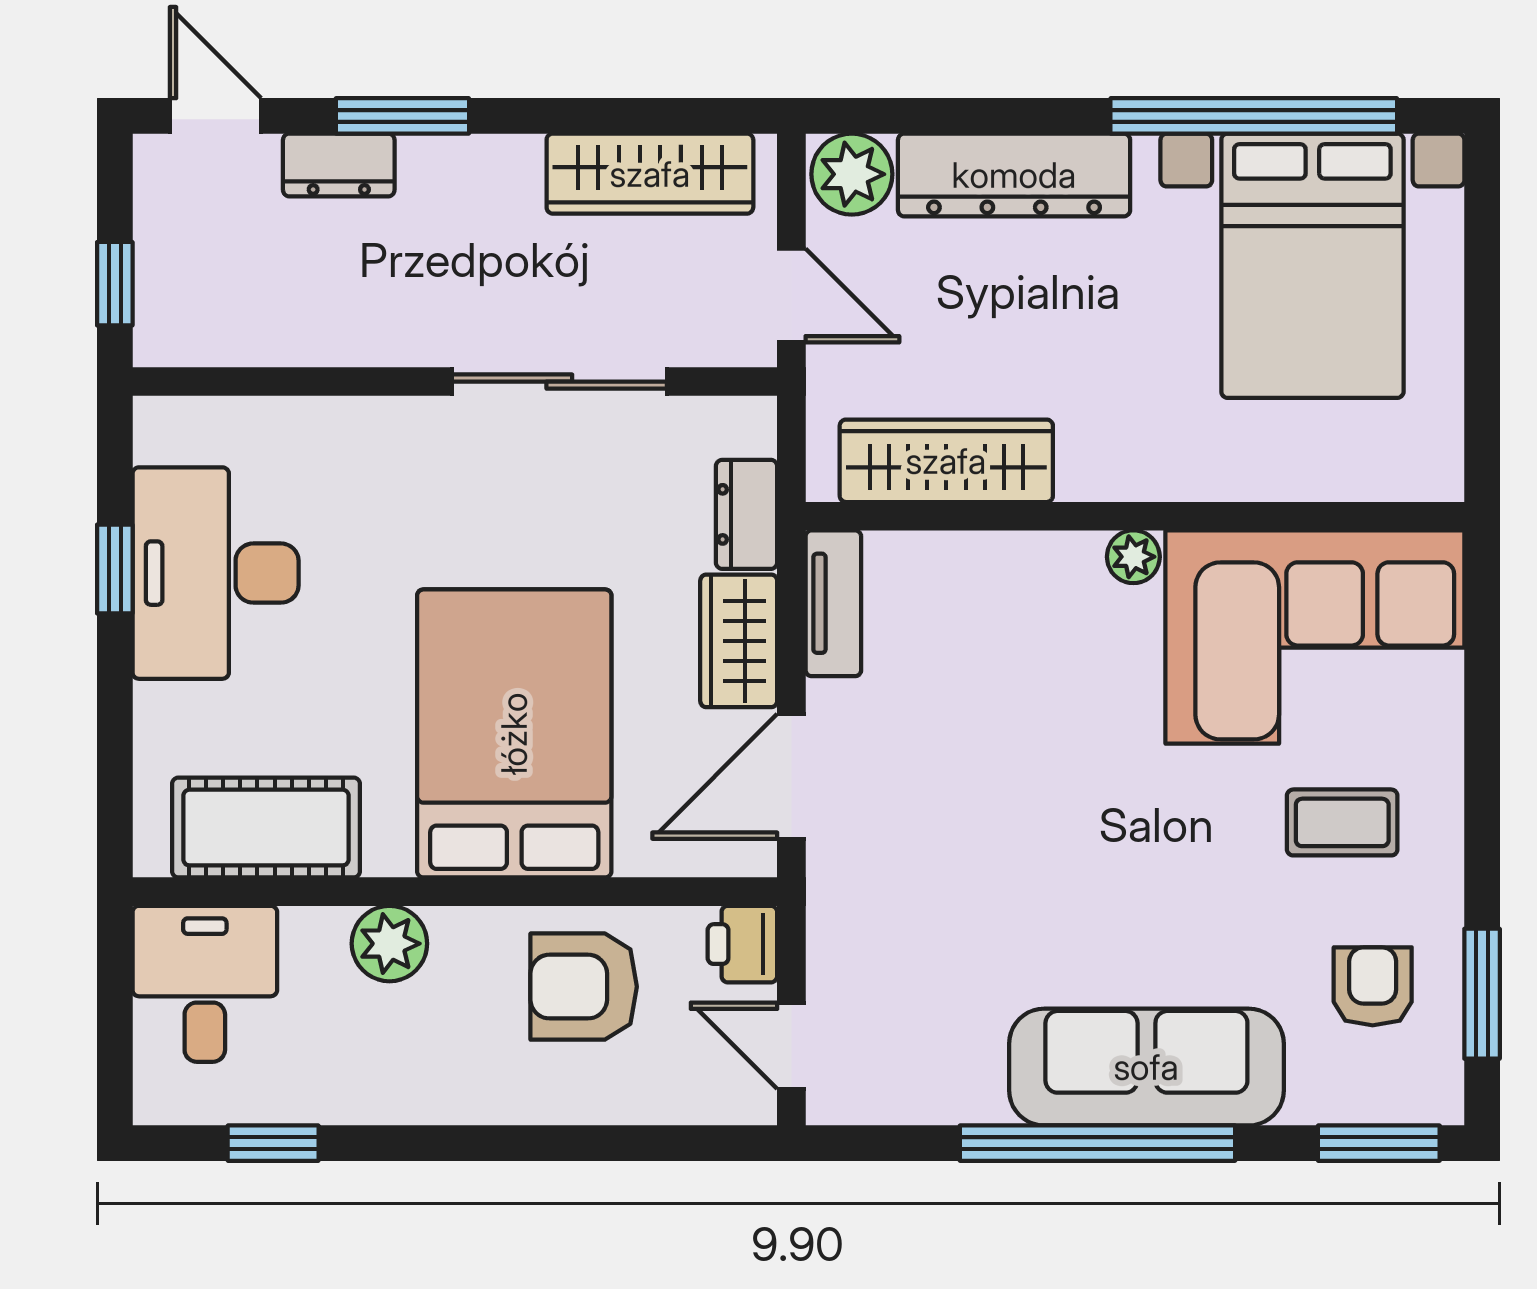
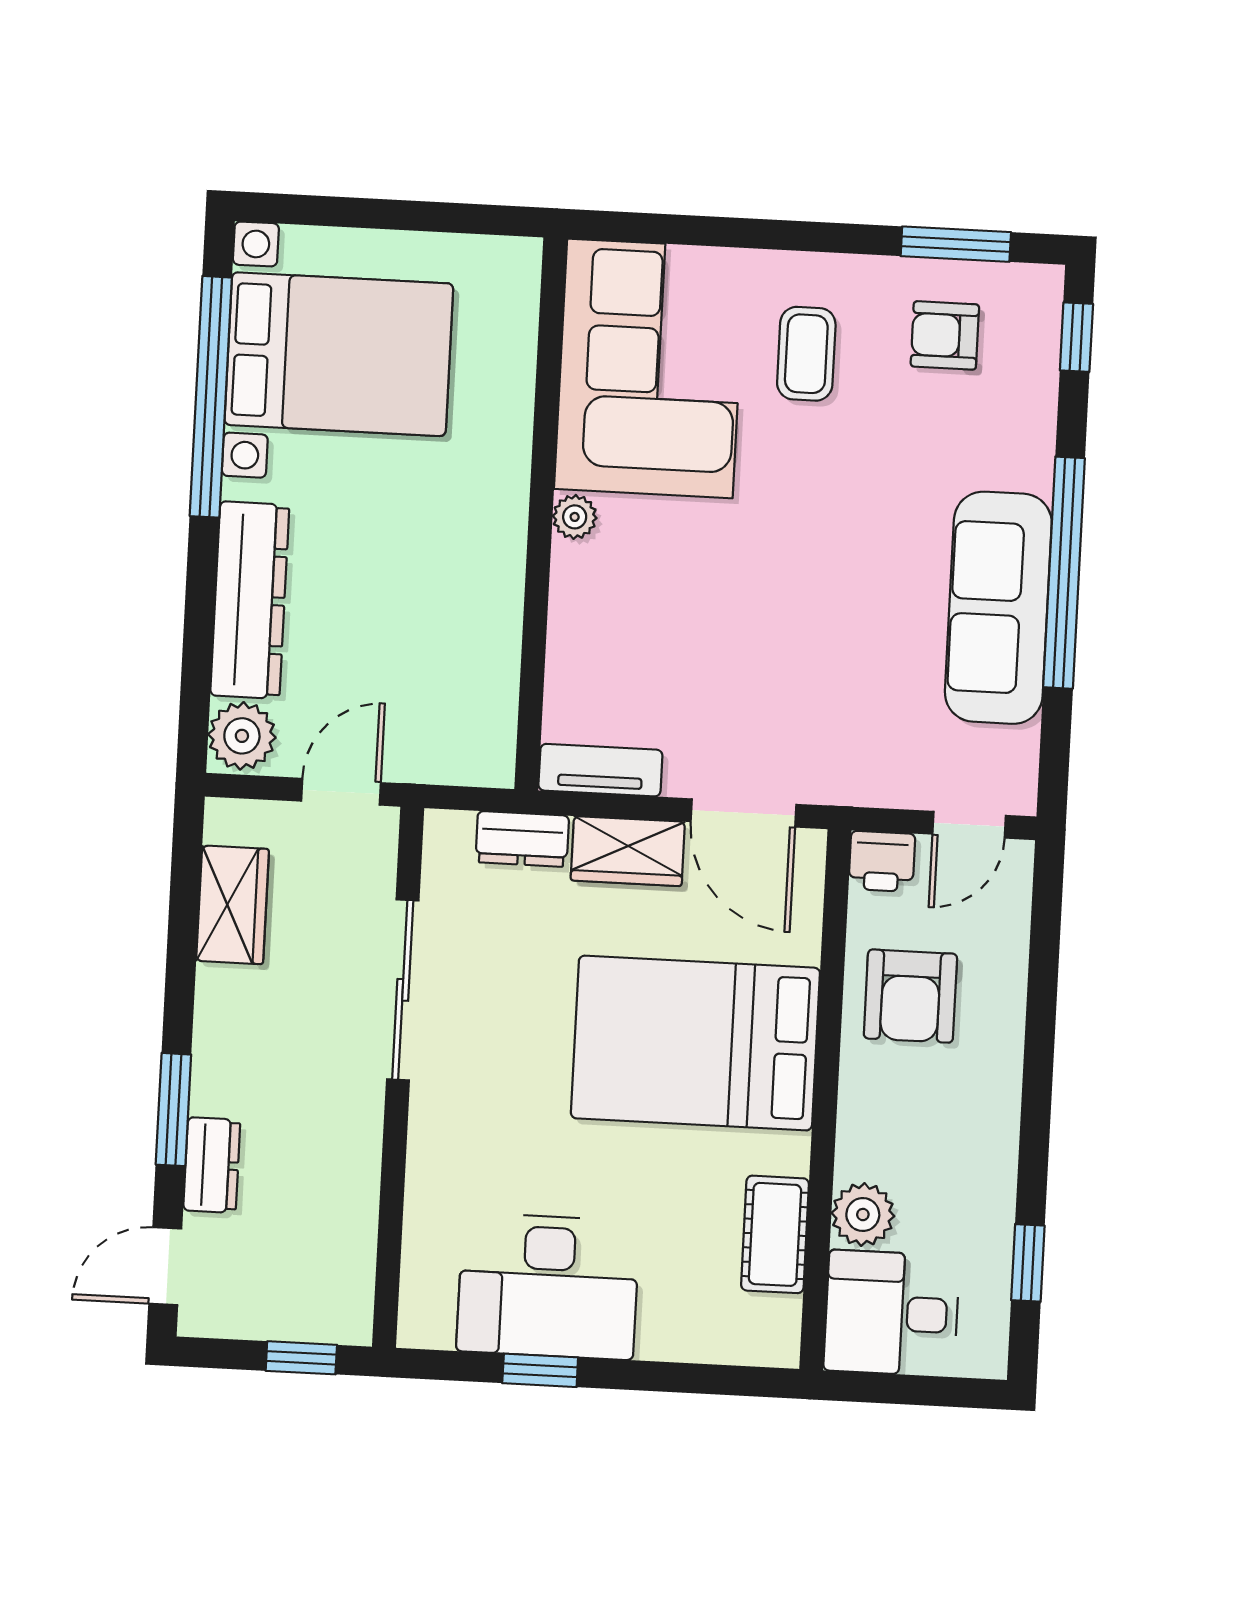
wardrobe: (650, 174) -> (233, 905), width x0.67
wardrobe: (946, 461) -> (486, 669), removed
cot: (266, 828) -> (775, 1234), width x0.73, depth x0.75
plant: (389, 944) -> (863, 1215), moved
sofa: (1146, 1067) -> (998, 608), moved
window: (1379, 1143) -> (1076, 337), width x0.67

